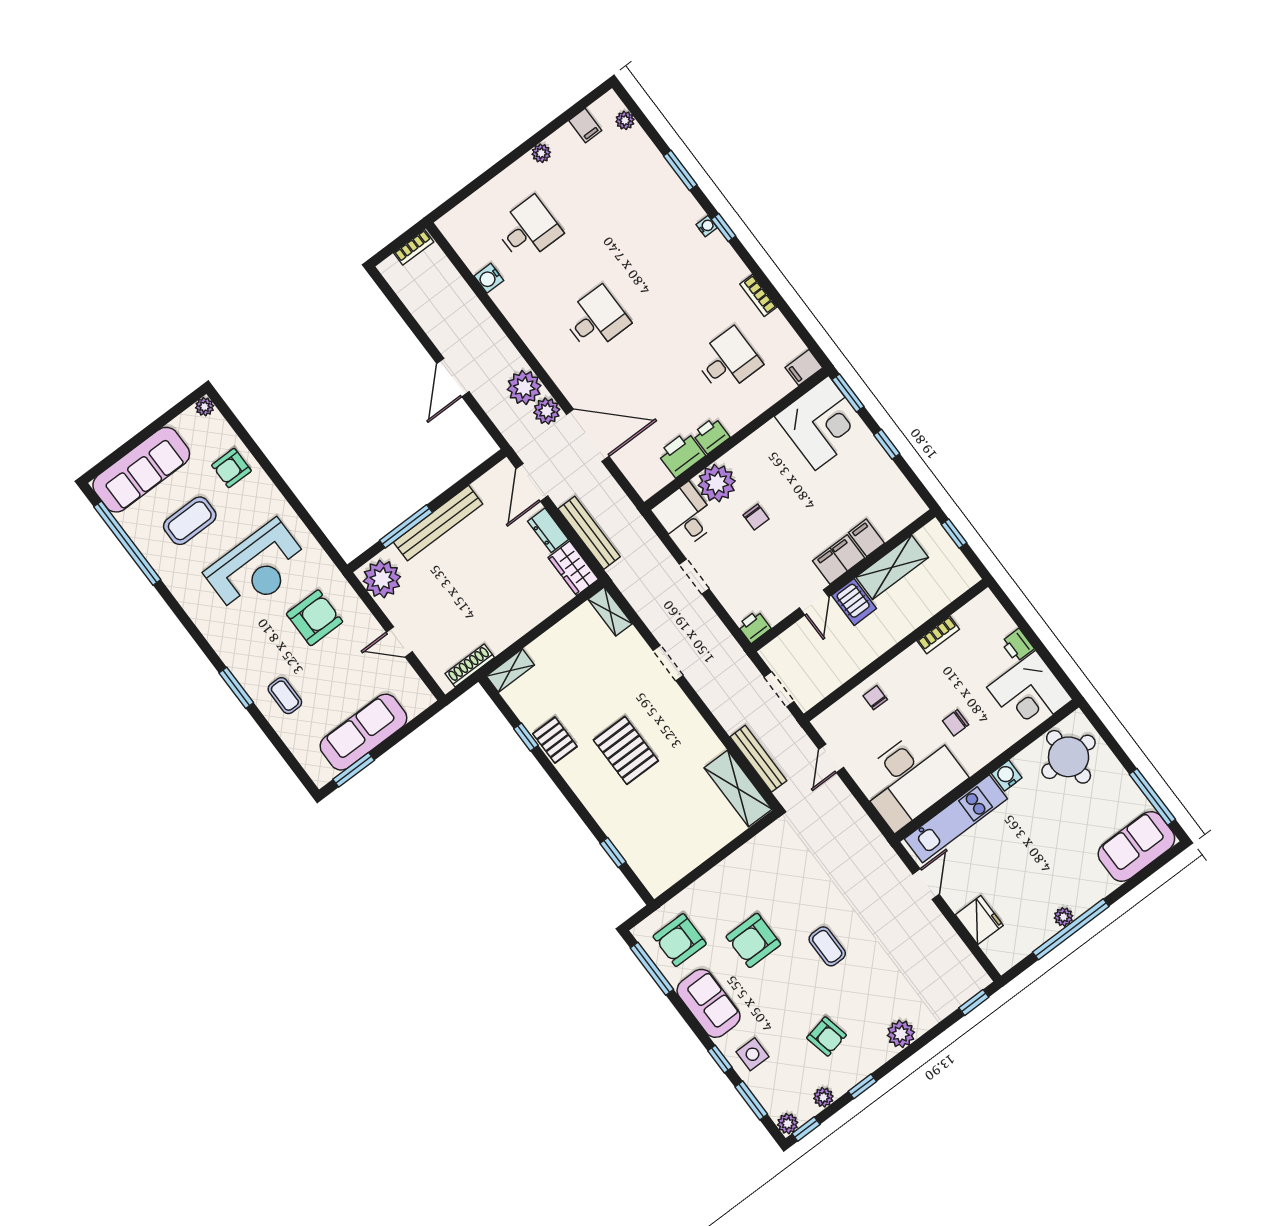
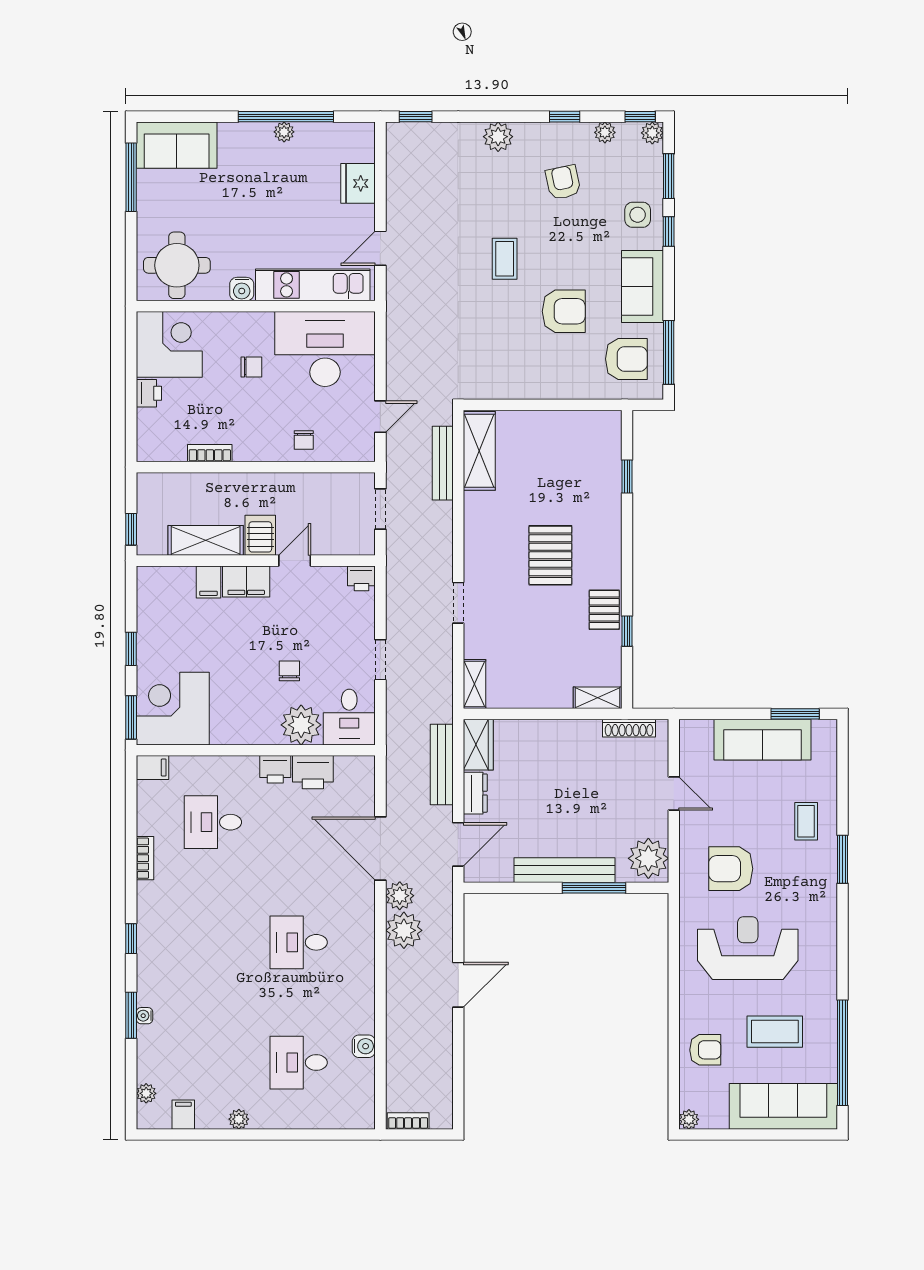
water cooler: (707, 226) -> (144, 1016), moved

